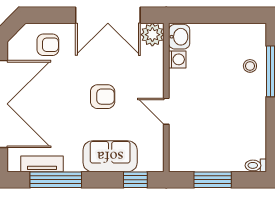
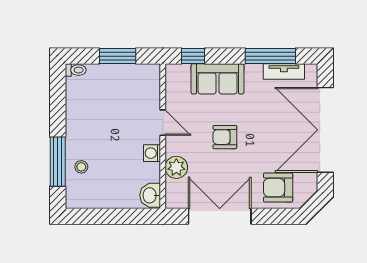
plant: (152, 35) -> (176, 167), moved
armchair: (48, 45) -> (278, 188), width x1.38, depth x1.38
washing machine: (177, 59) -> (152, 153), moved

